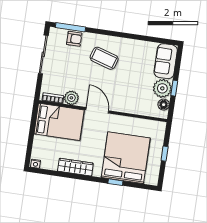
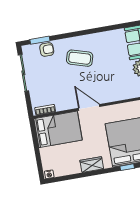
window: (71, 27) -> (40, 40), width x0.69
plant: (71, 98) -> (62, 104), removed
wardrobe: (75, 167) -> (92, 165), width x0.67

